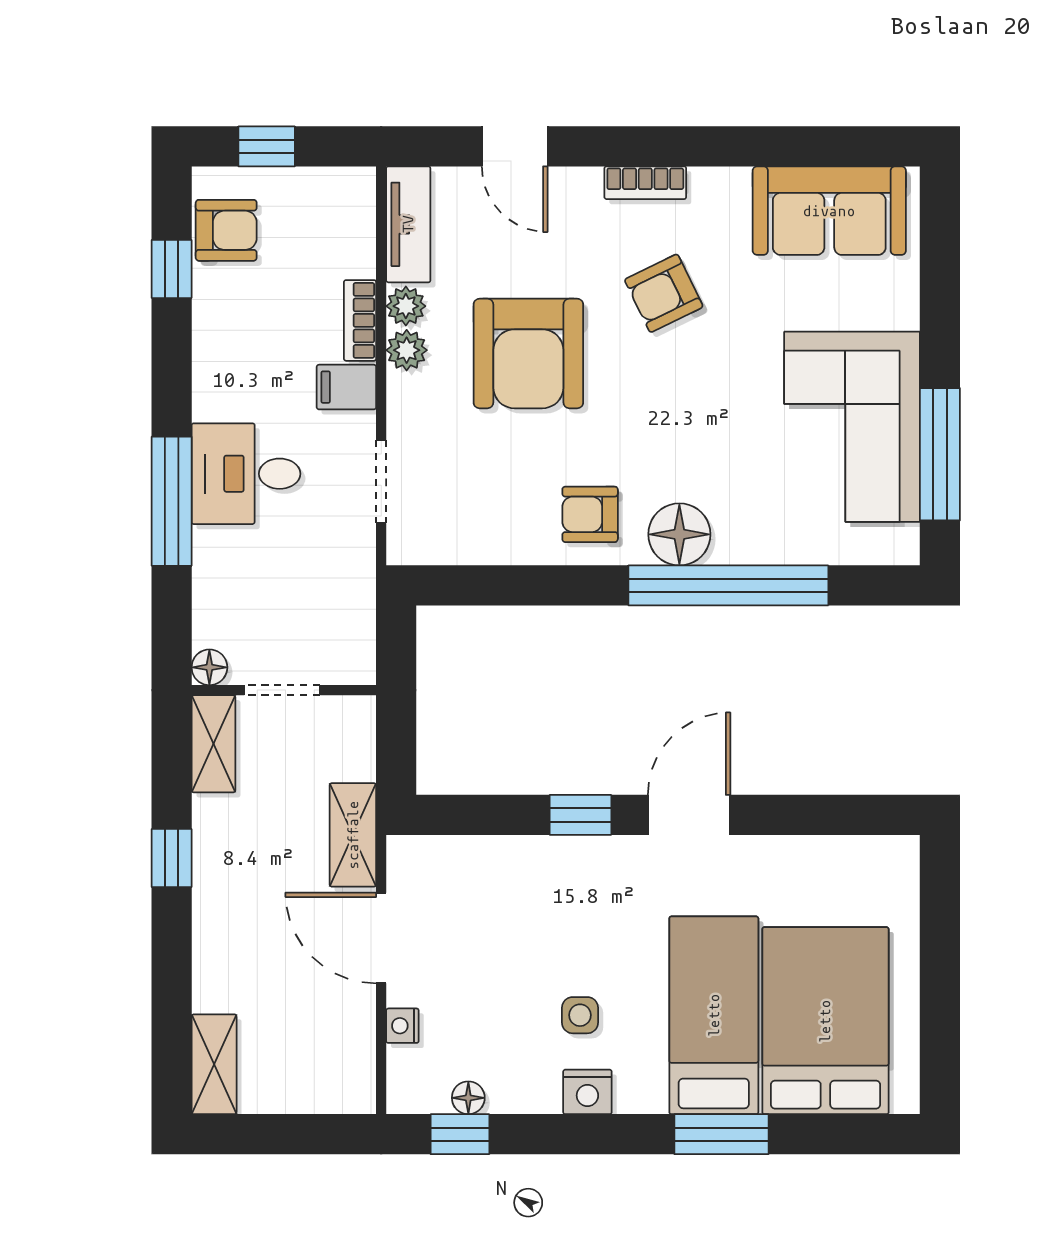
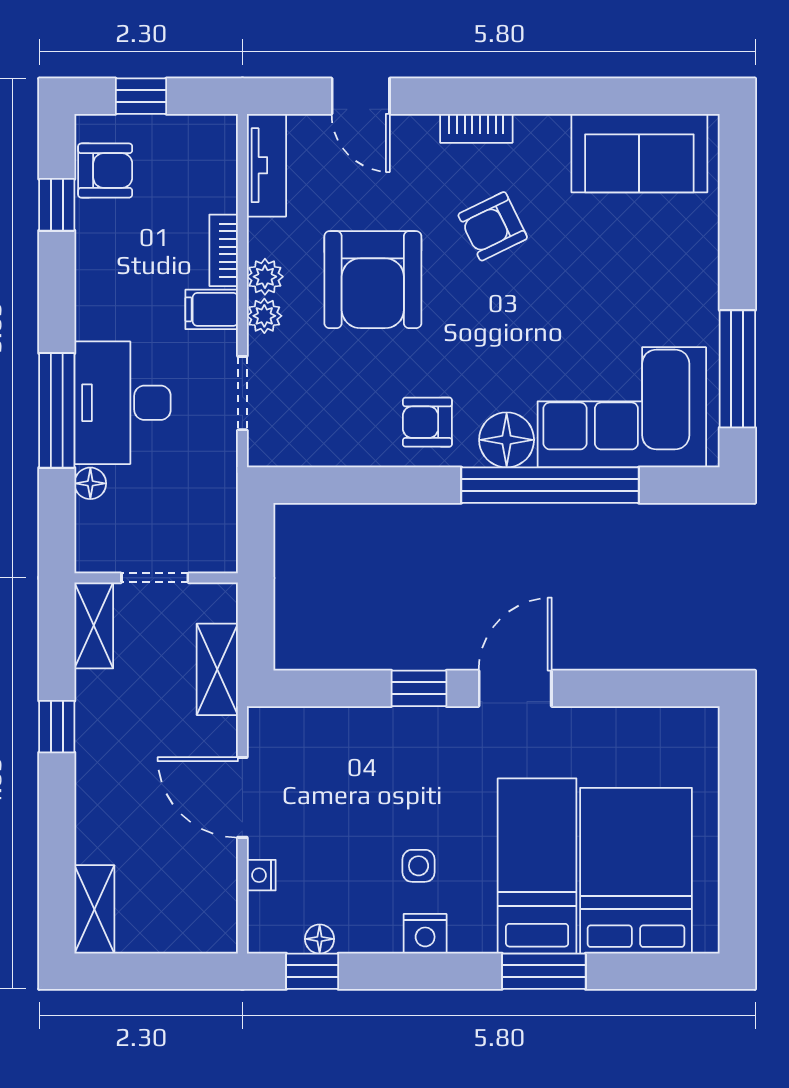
plant: (406, 306) -> (264, 316), moved
corner sofa: (852, 427) -> (622, 407), moved, turned 90
desk: (246, 474) -> (123, 403), width x1.37
floor lamp: (209, 667) -> (90, 483), moved
shelving: (353, 835) -> (217, 669), moved

